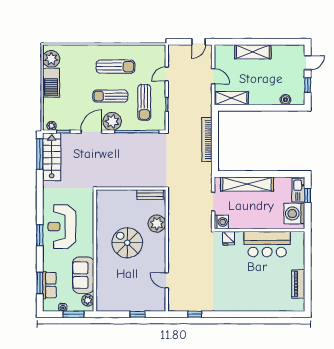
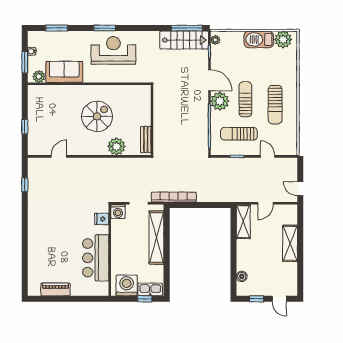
bookcase: (207, 140) -> (174, 197), moved
row of seats: (49, 285) -> (54, 38), removed

